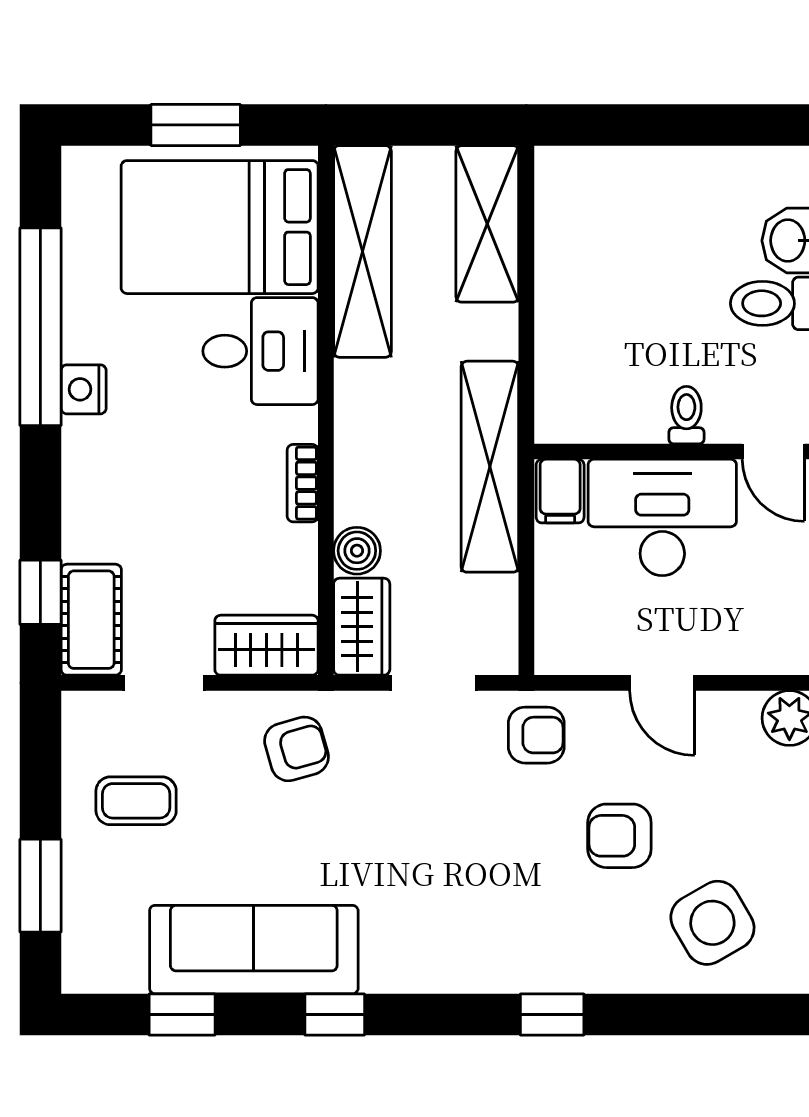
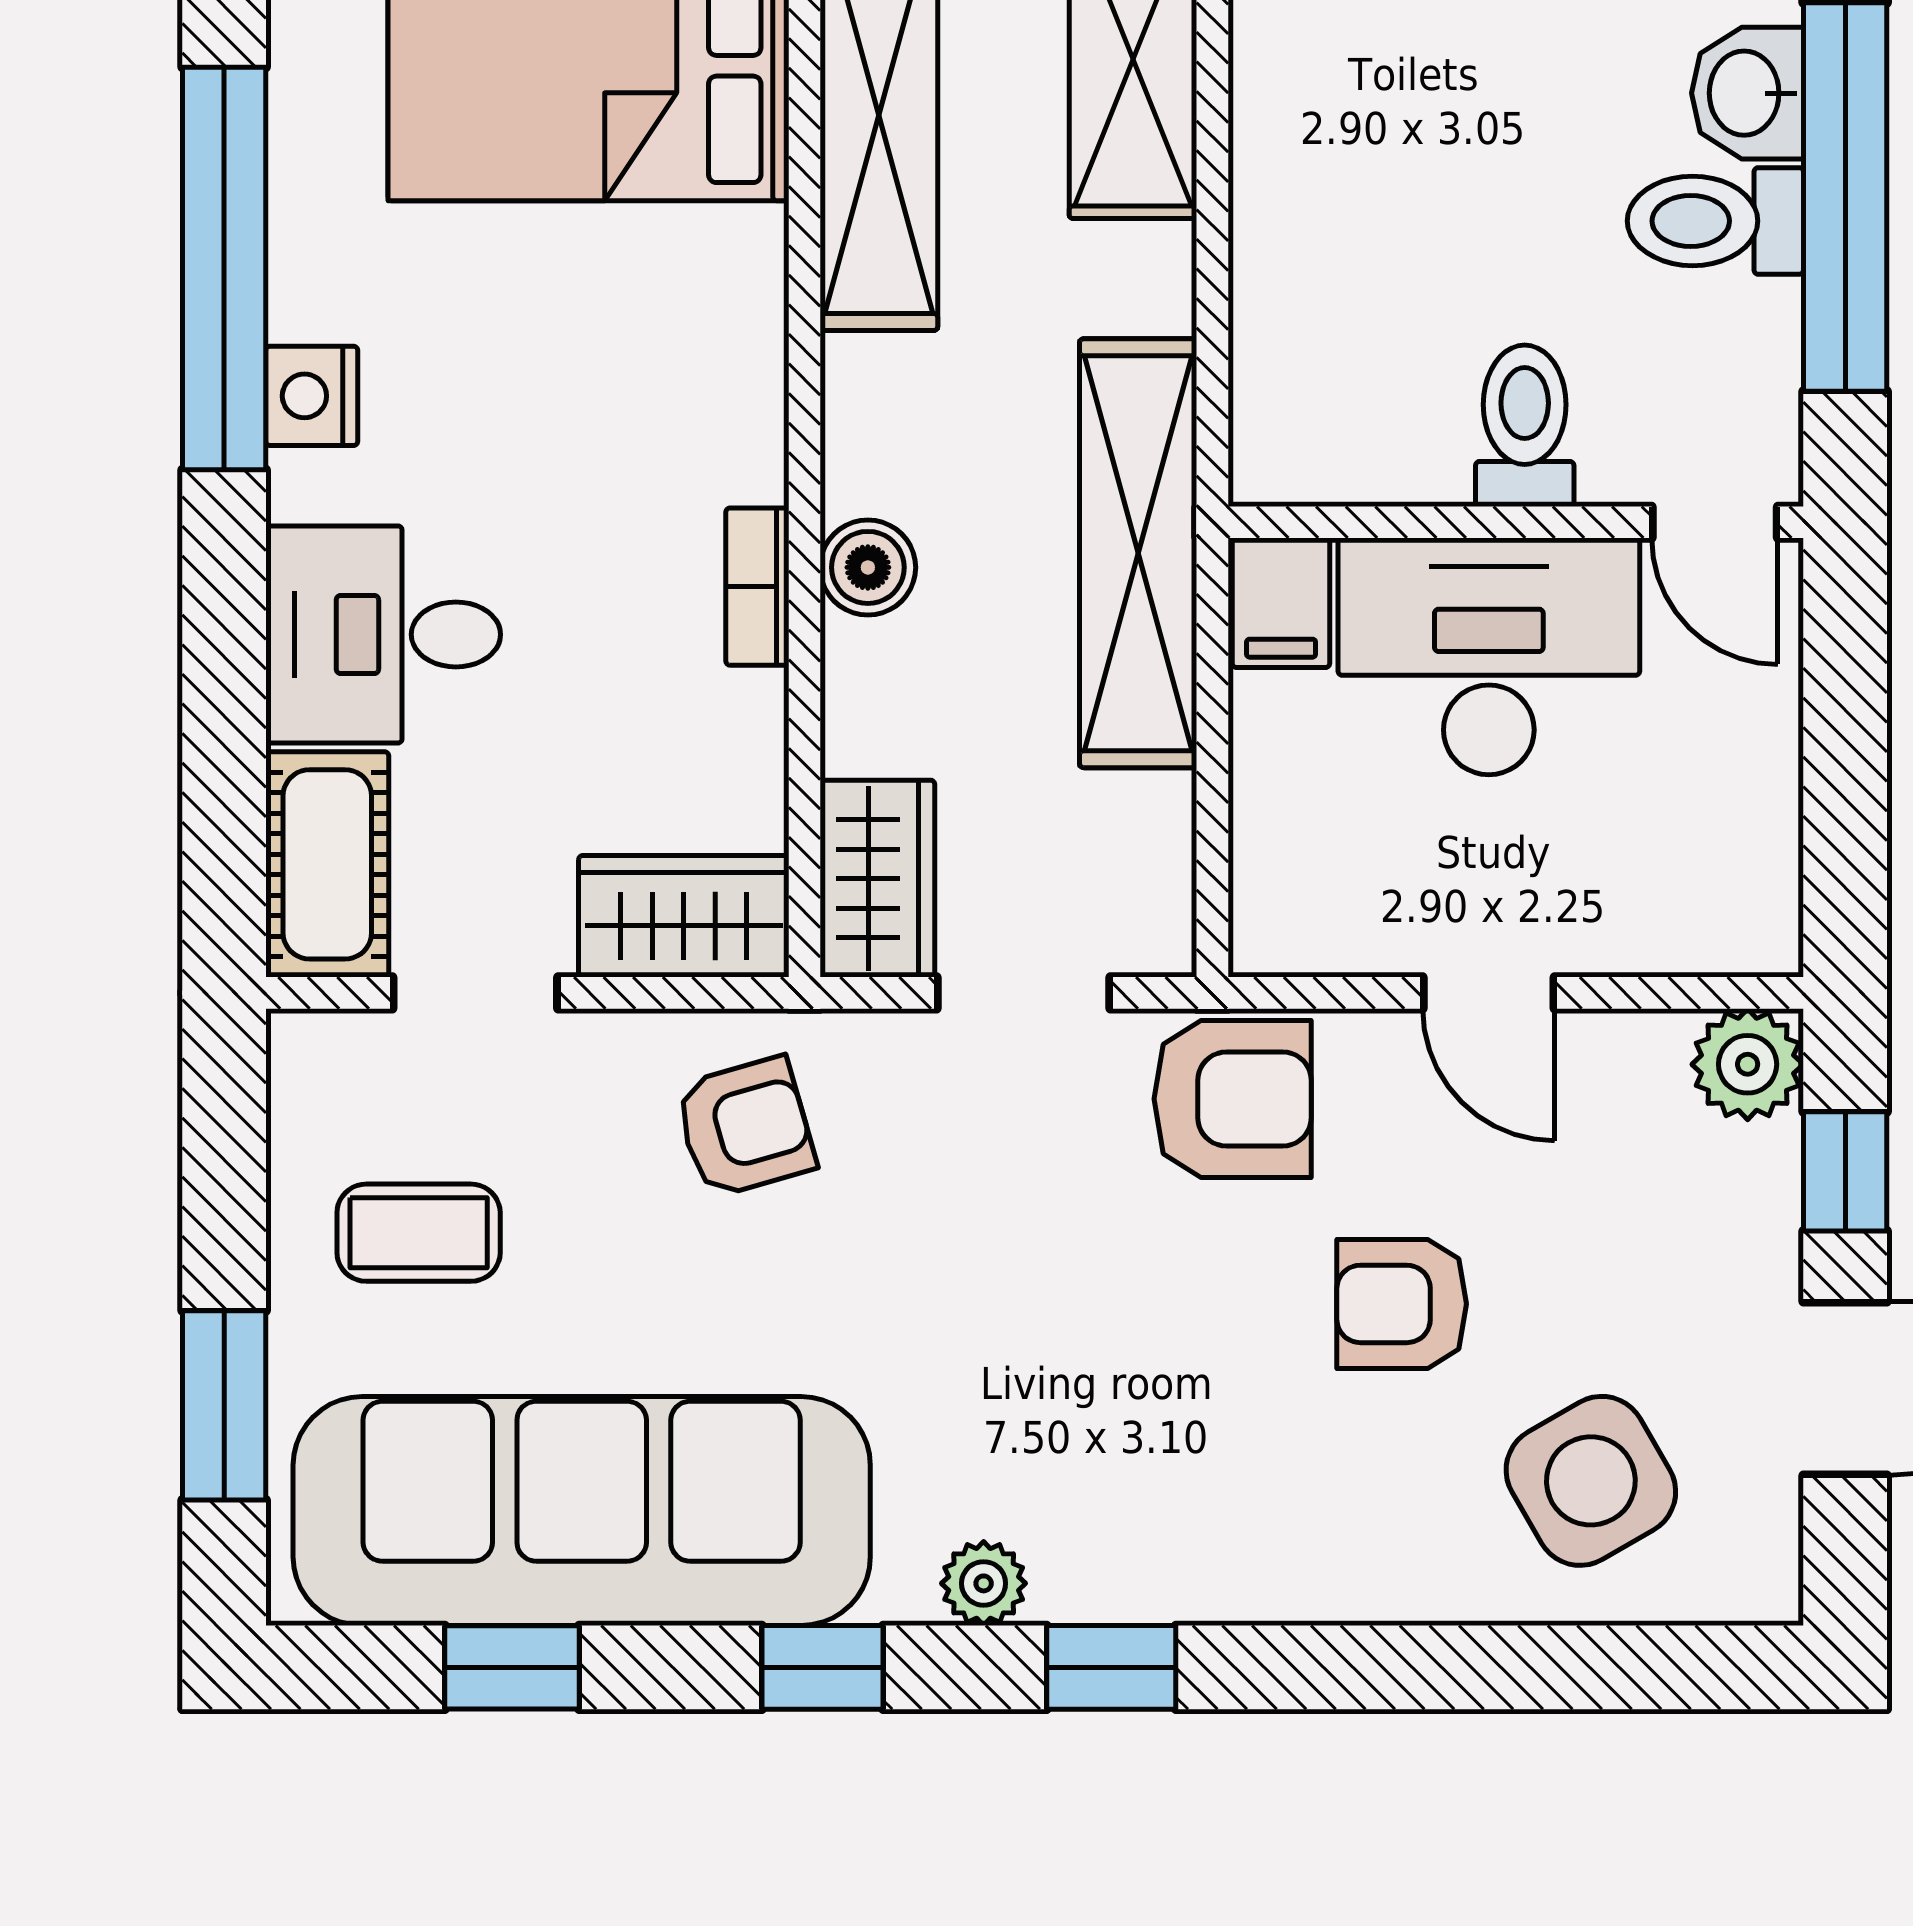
desk: (260, 351) -> (383, 634), moved, turned 180
toilet: (686, 415) -> (1525, 426), width x1.37, depth x1.39
boiler: (357, 551) -> (868, 567), moved
window: (40, 592) -> (224, 809), removed
armchair: (536, 735) -> (1233, 1099), width x1.38, depth x1.38
sofa: (254, 950) -> (582, 1511), width x1.36, depth x1.27
plant: (414, 973) -> (984, 1583), added
window: (552, 1014) -> (1111, 1667), moved

